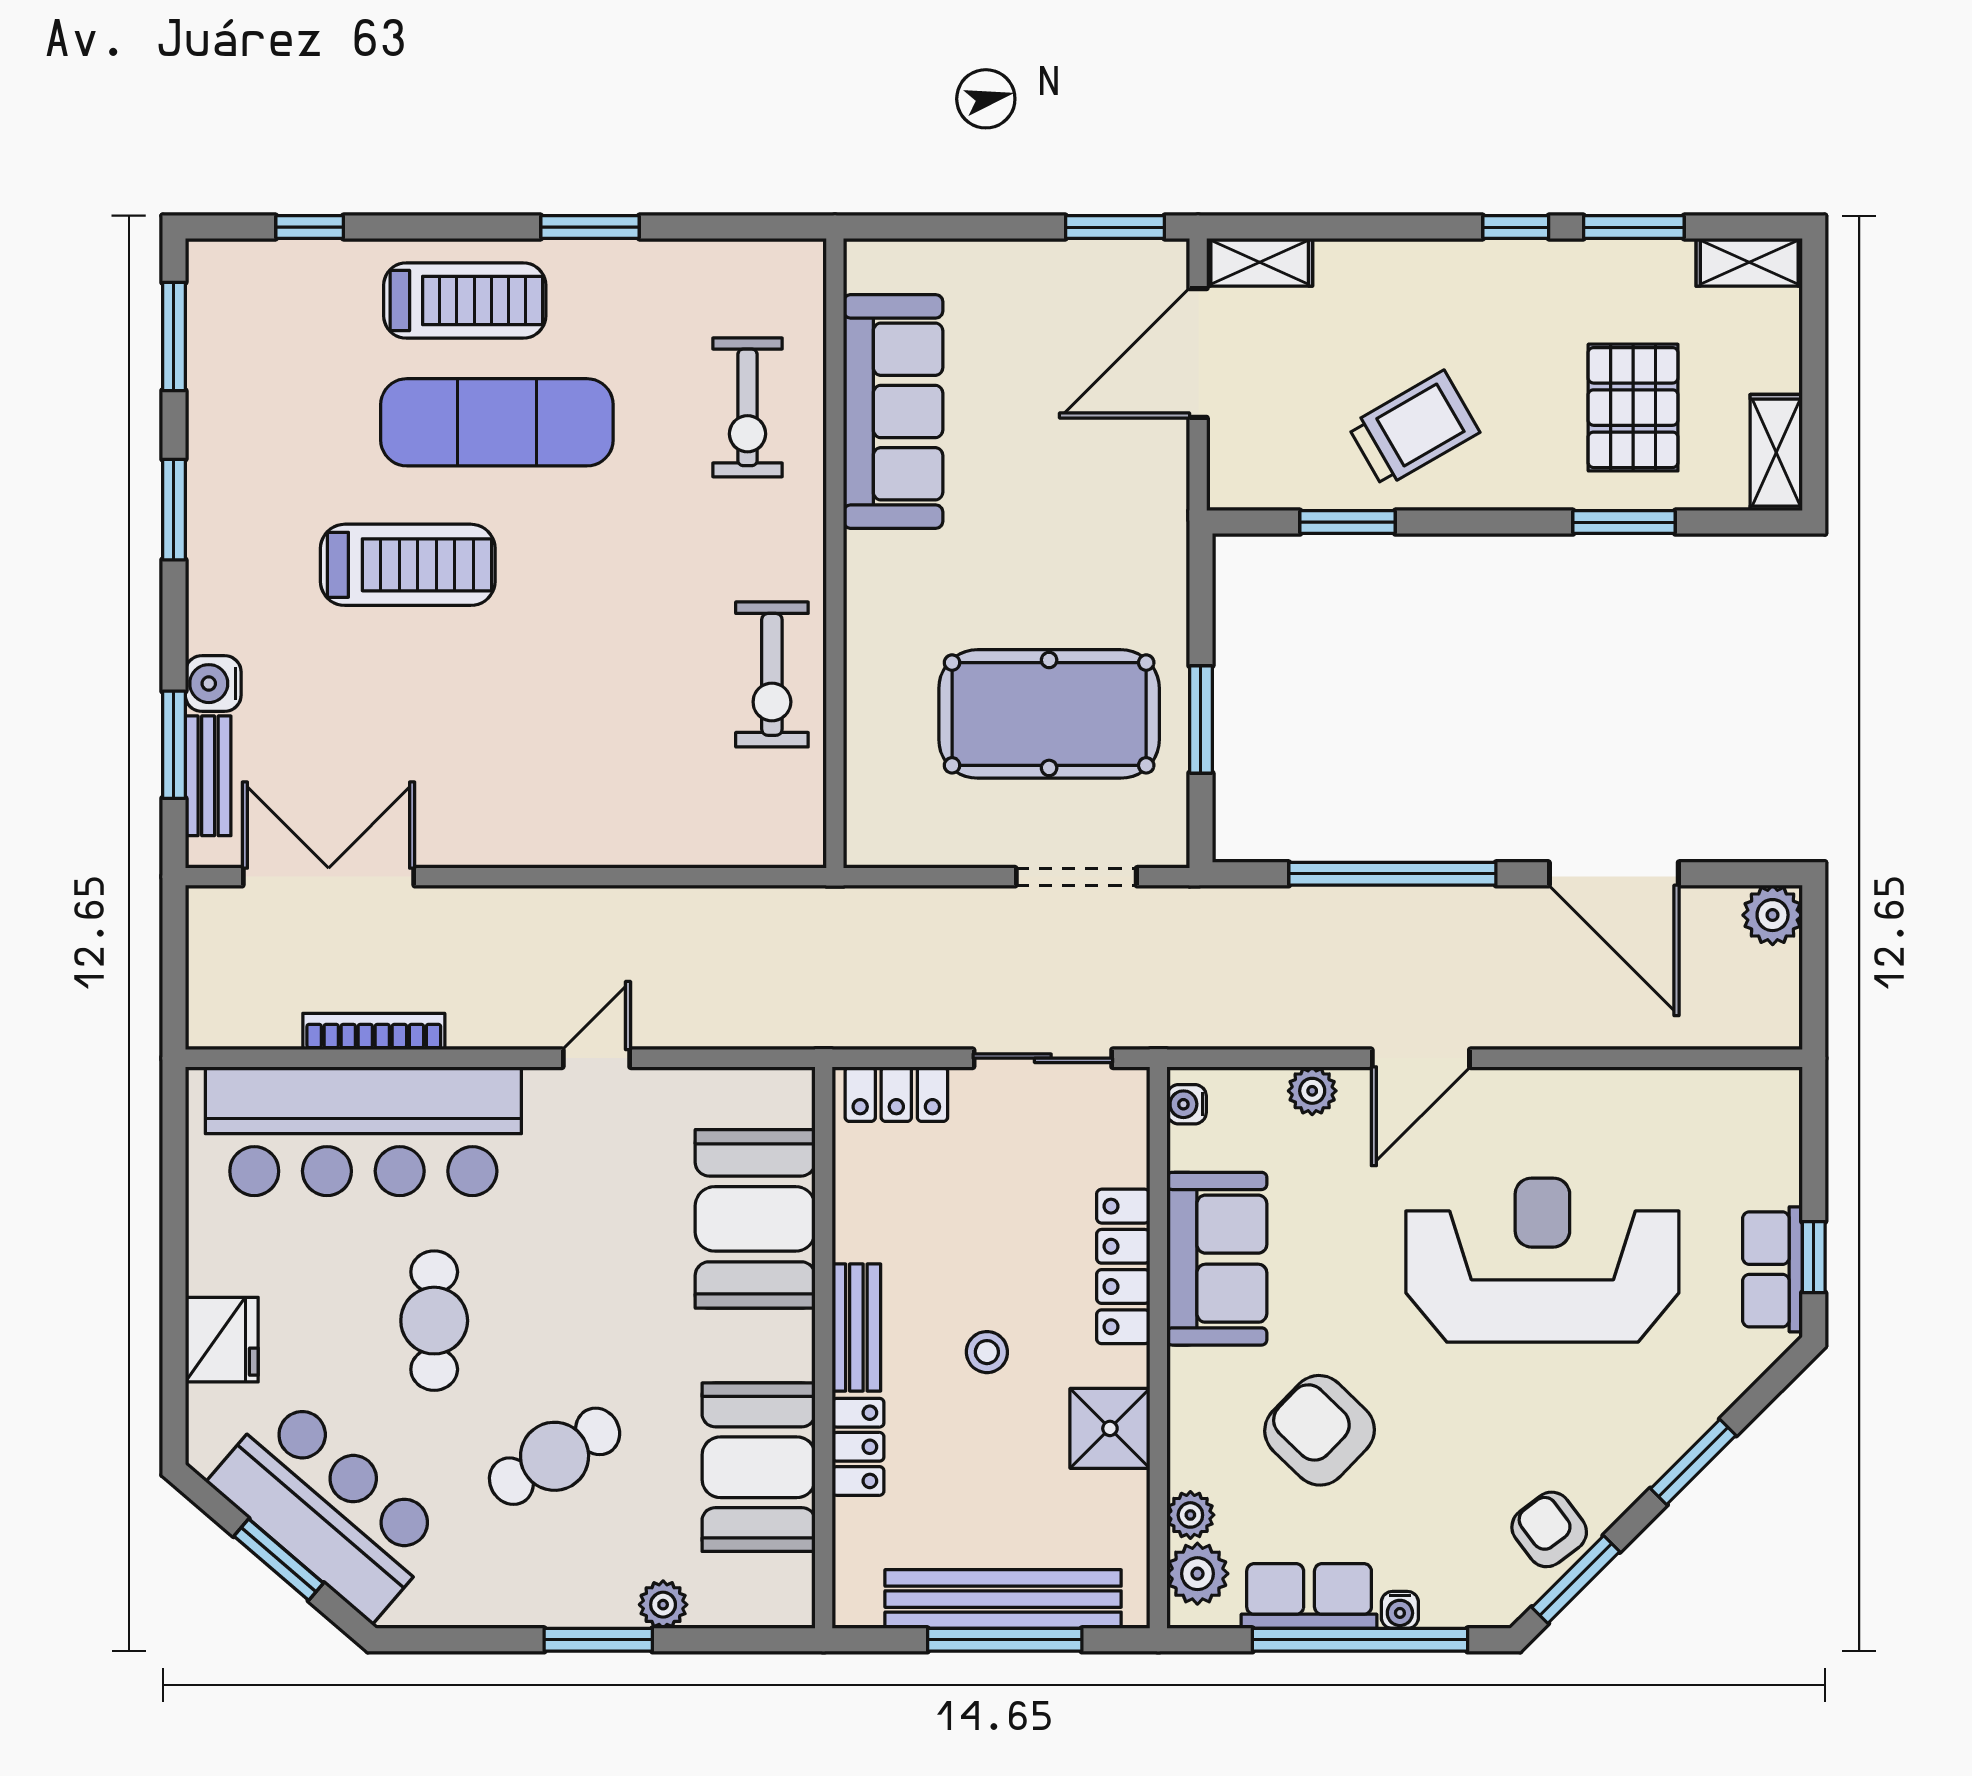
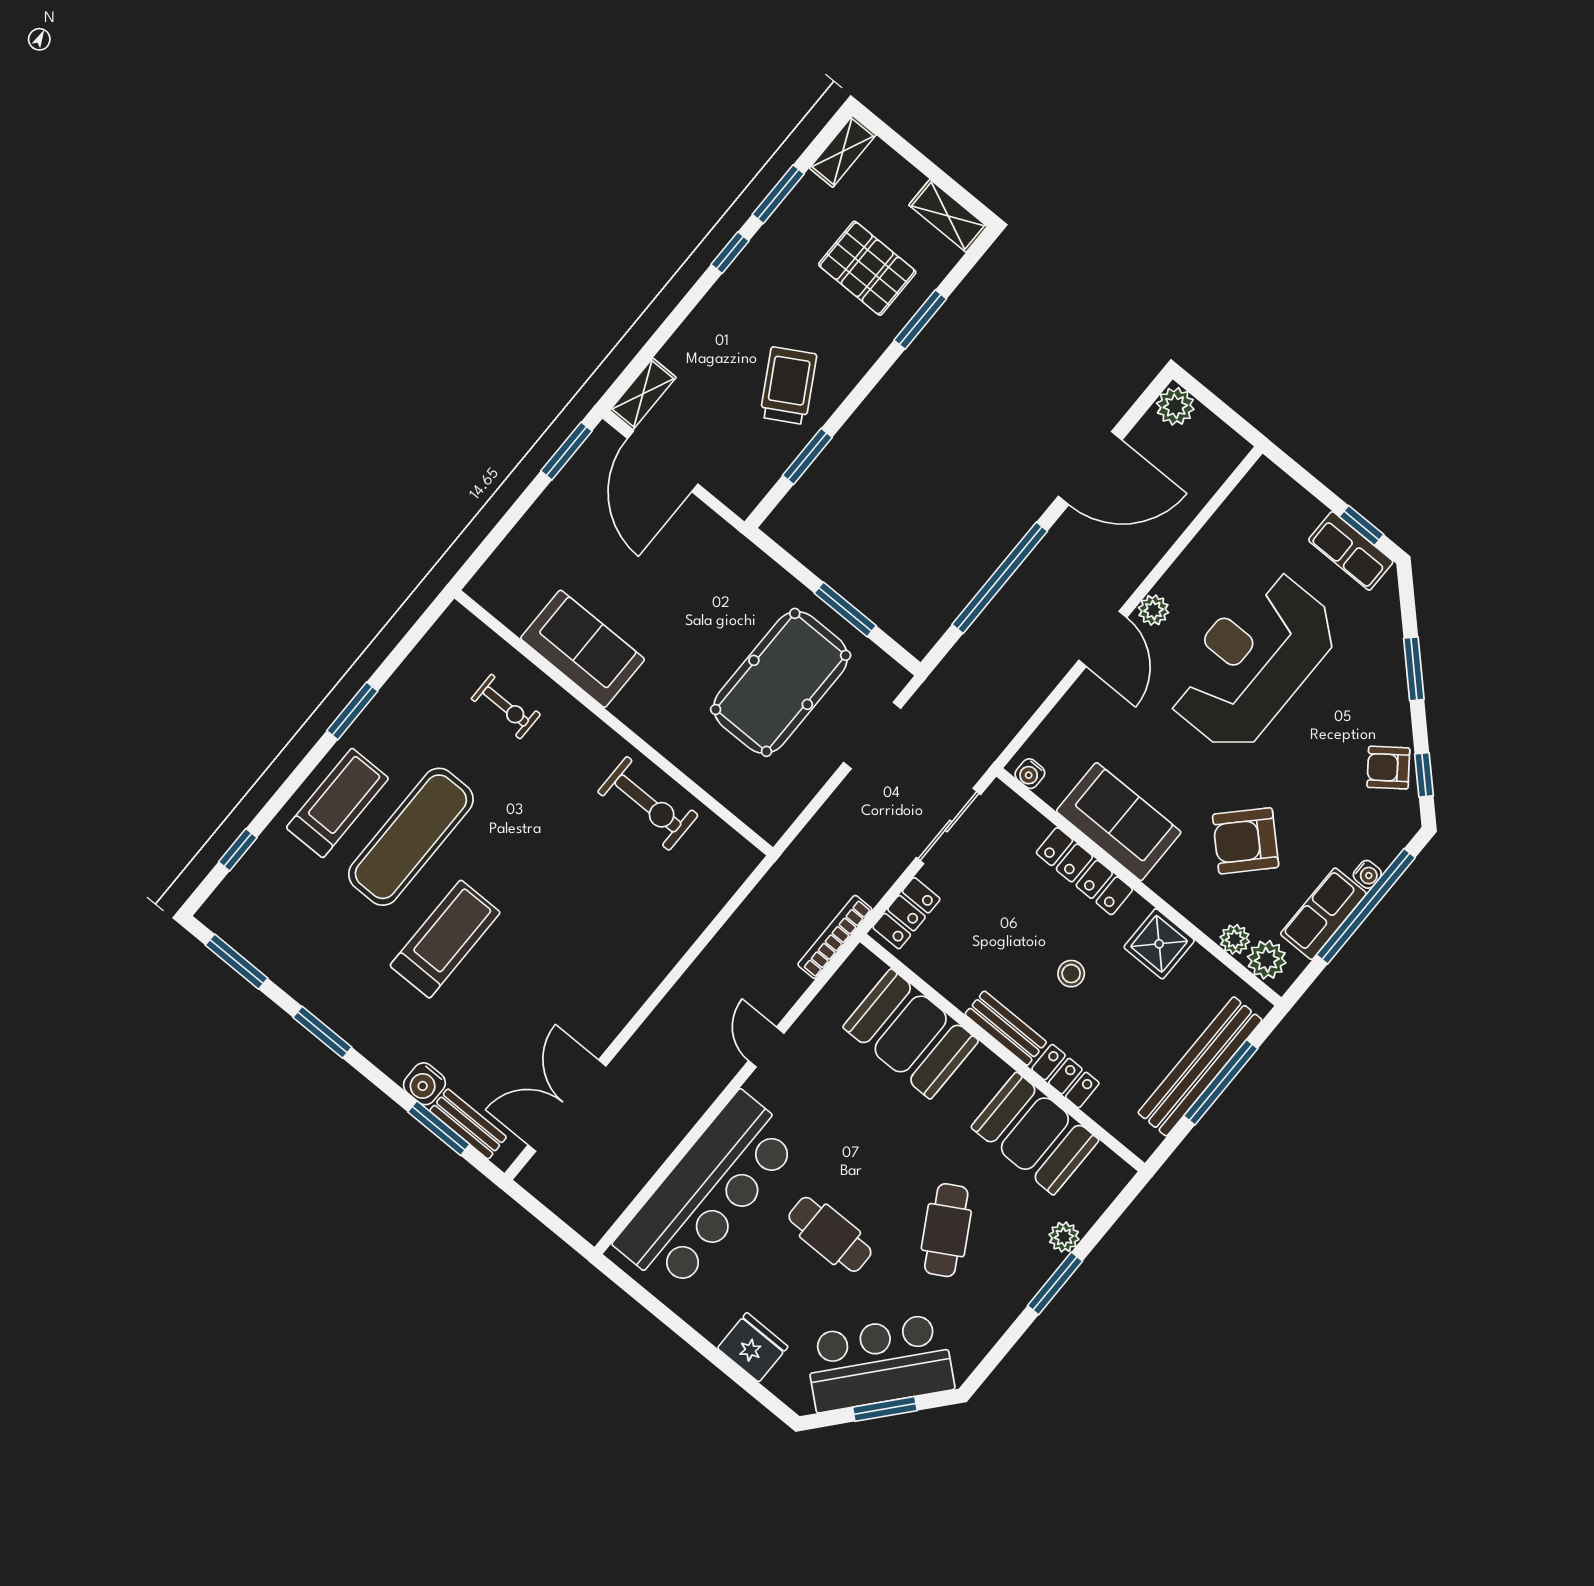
exercise bike: (748, 407) -> (506, 707), width x0.73, depth x0.72
sofa: (893, 411) -> (583, 649), width x0.73
bookcase: (374, 1032) -> (835, 937), moved
plant: (1312, 1091) -> (1154, 610), moved
window: (1576, 1579) -> (1424, 775), width x0.67

